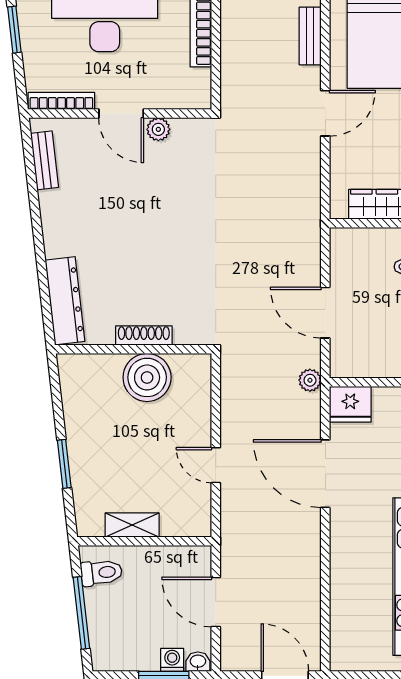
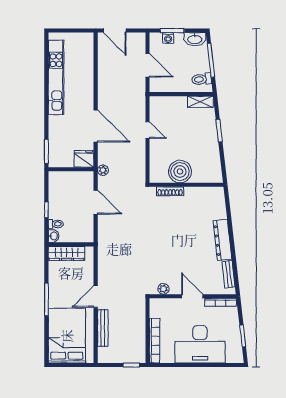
bench: (310, 36) -> (103, 328), width x1.36
plant: (158, 129) -> (163, 289), moved
dresser: (65, 301) -> (222, 240), moved
shoe rack: (144, 336) -> (170, 191), moved
shelving: (132, 525) -> (200, 102), moved
washbasin: (198, 662) -> (195, 39), moved, width x1.91, depth x1.45

